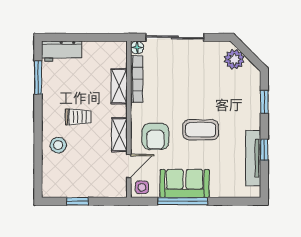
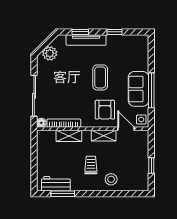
workbench: (61, 51) -> (56, 184), moved, turned -90
armchair: (155, 136) -> (105, 110), turned 90
tv unit: (253, 158) -> (86, 40), moved

